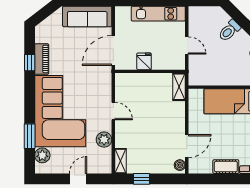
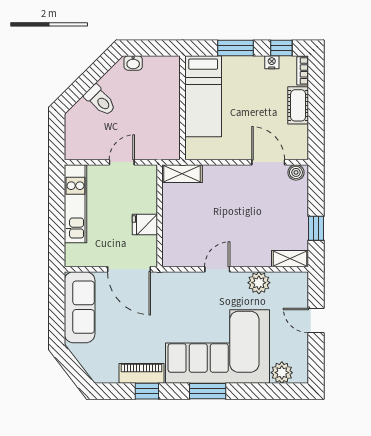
window: (30, 136) -> (208, 391), moved

